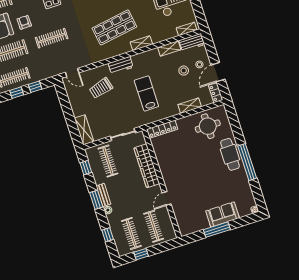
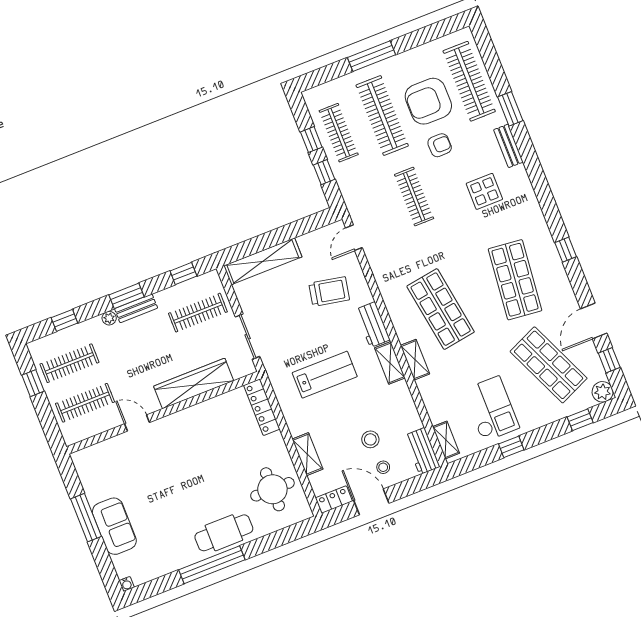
shelving: (169, 49) -> (390, 363), moved
trolley: (101, 88) -> (329, 292), turned 116
shelving: (84, 130) -> (263, 261), width x1.47

